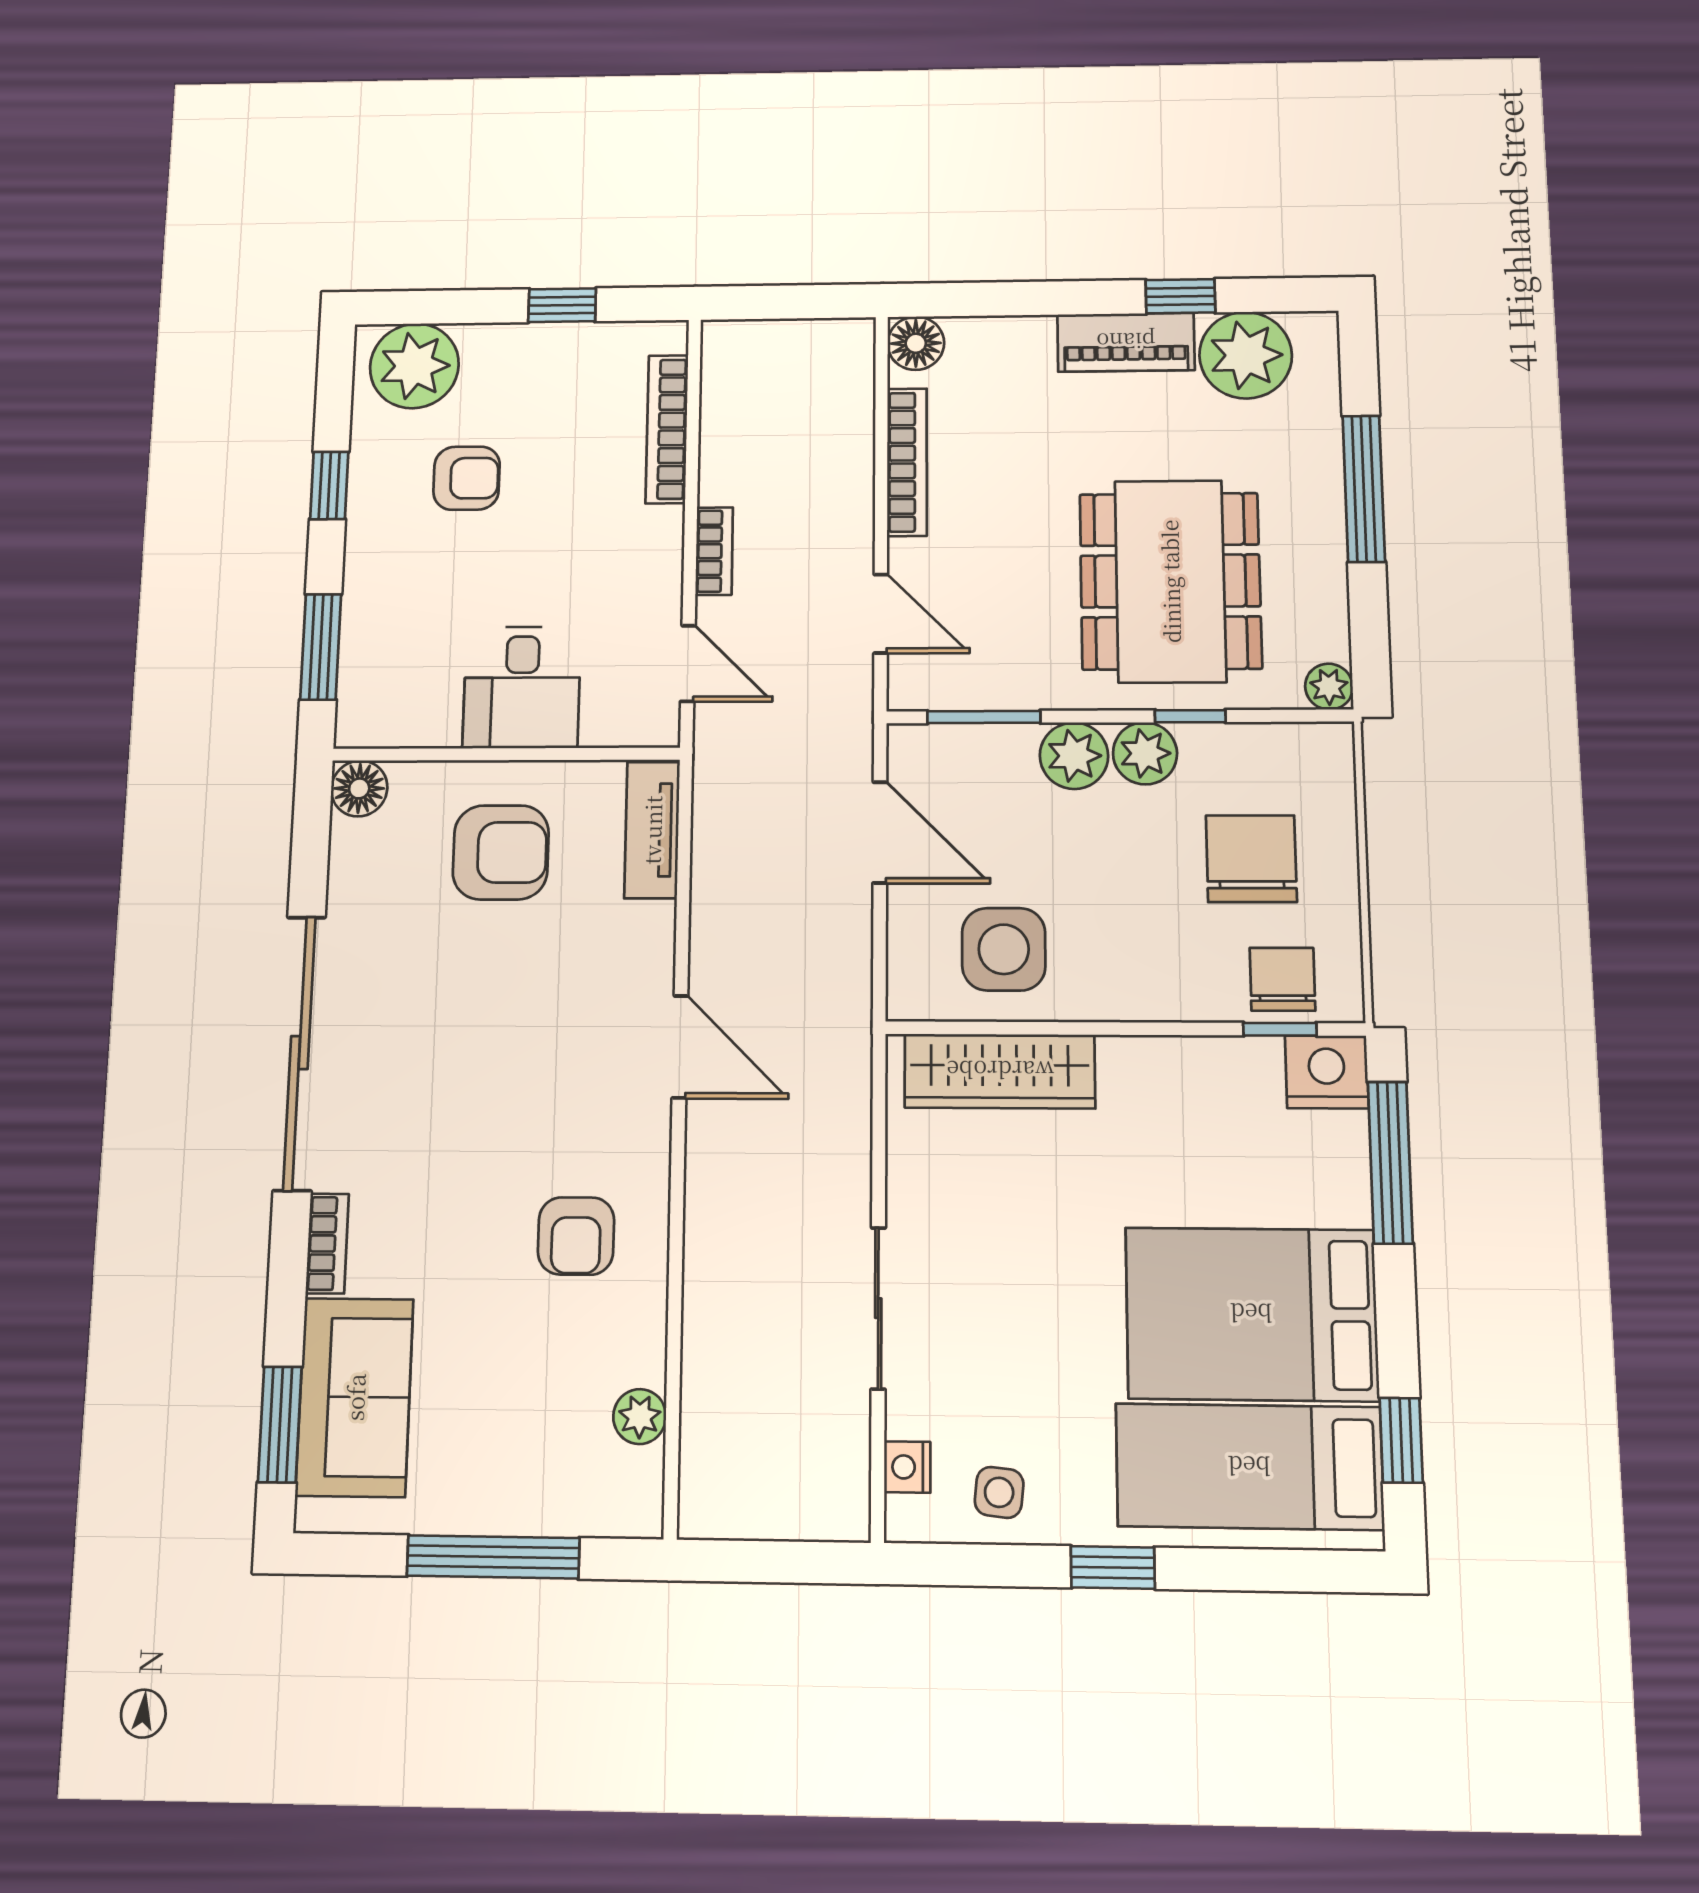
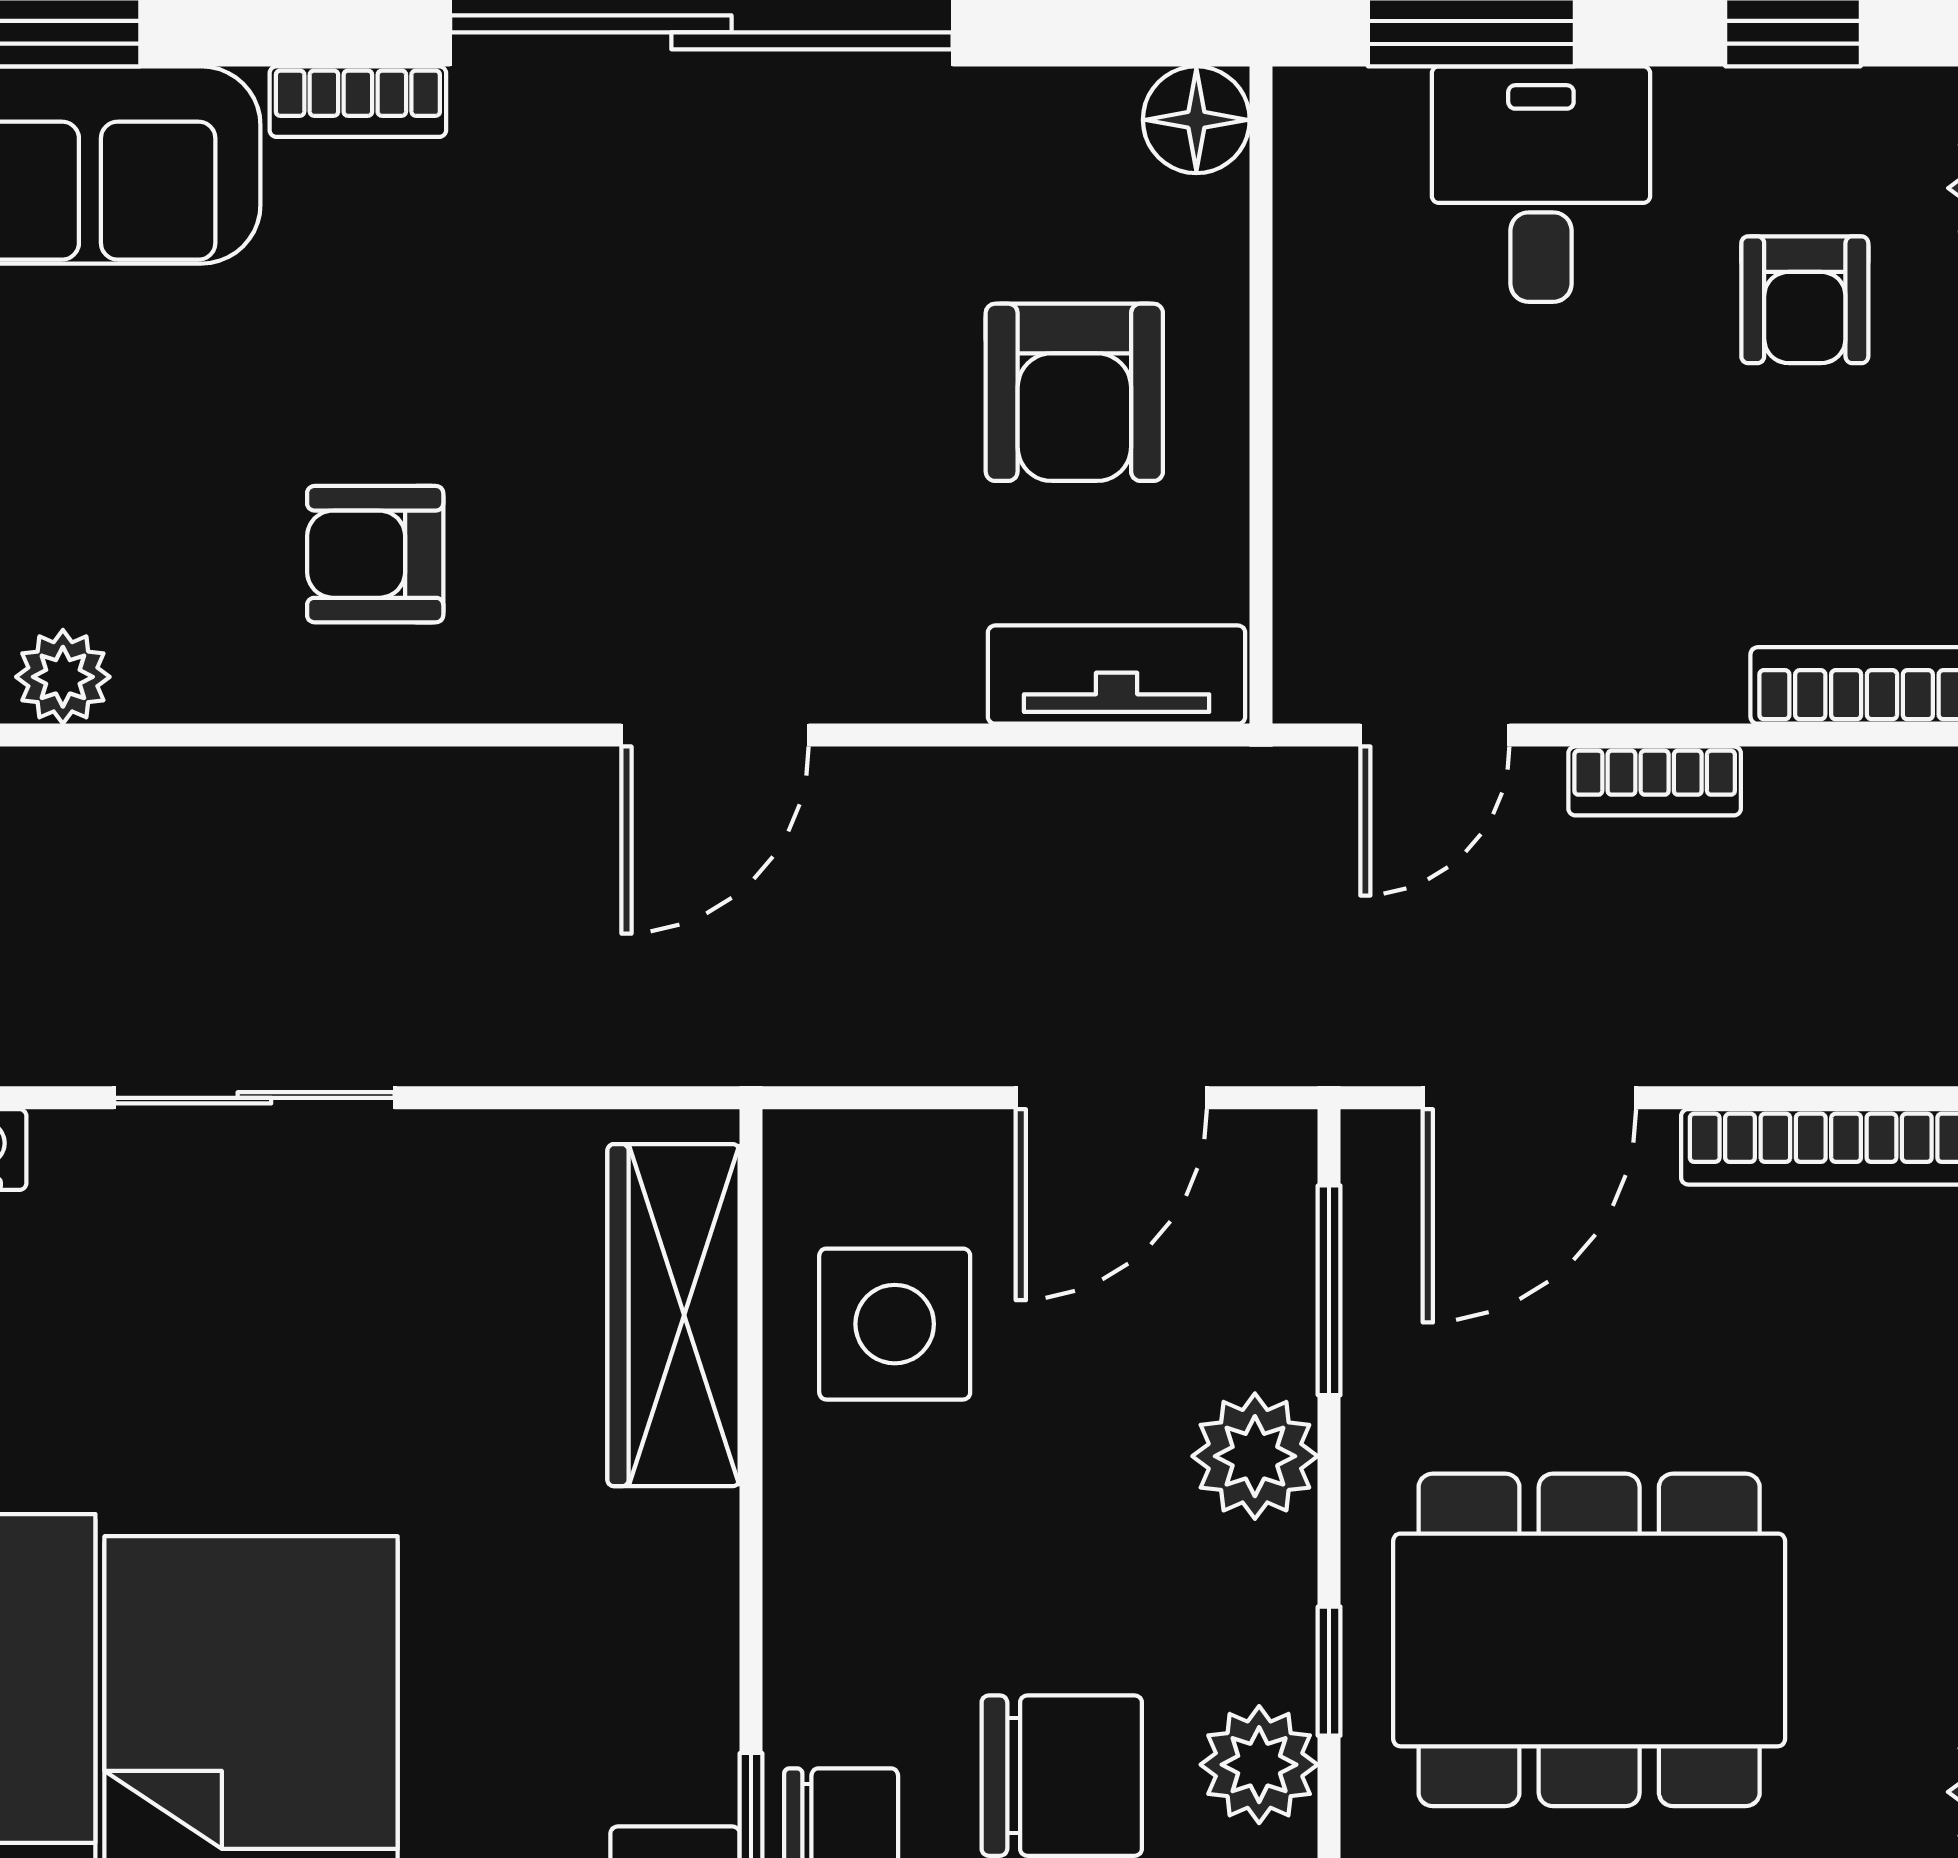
door: (881, 614) -> (1529, 1098), width x1.38
desk: (522, 687) -> (1541, 184), moved, turned 90
plant: (1145, 753) -> (1259, 1765), moved

